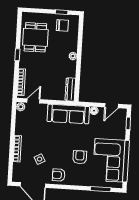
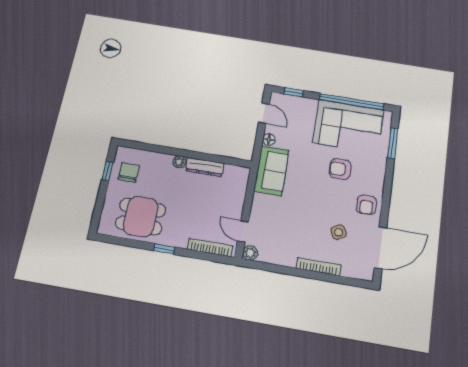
dresser: (70, 89) -> (205, 167), moved
sofa: (68, 114) -> (271, 171), width x0.73

